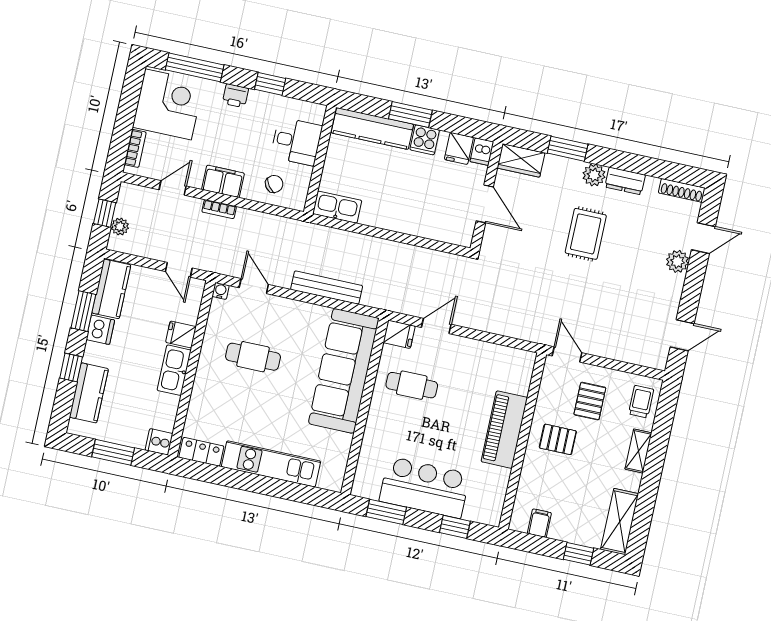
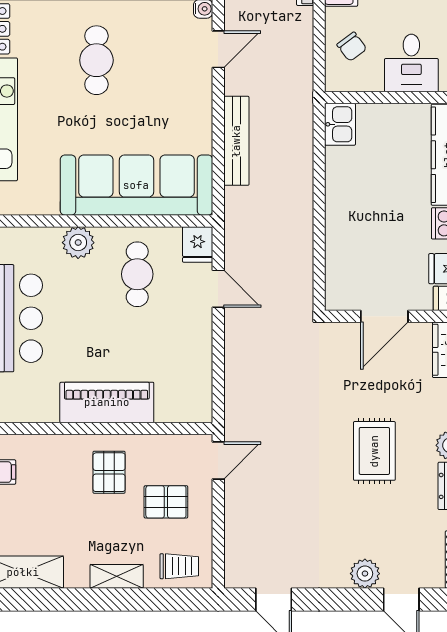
kitchen sink: (337, 207) -> (340, 124), width x0.73
rug: (586, 234) -> (374, 451), turned 90
cafe table: (253, 357) -> (96, 60), moved
plant: (378, 425) -> (78, 243), added

